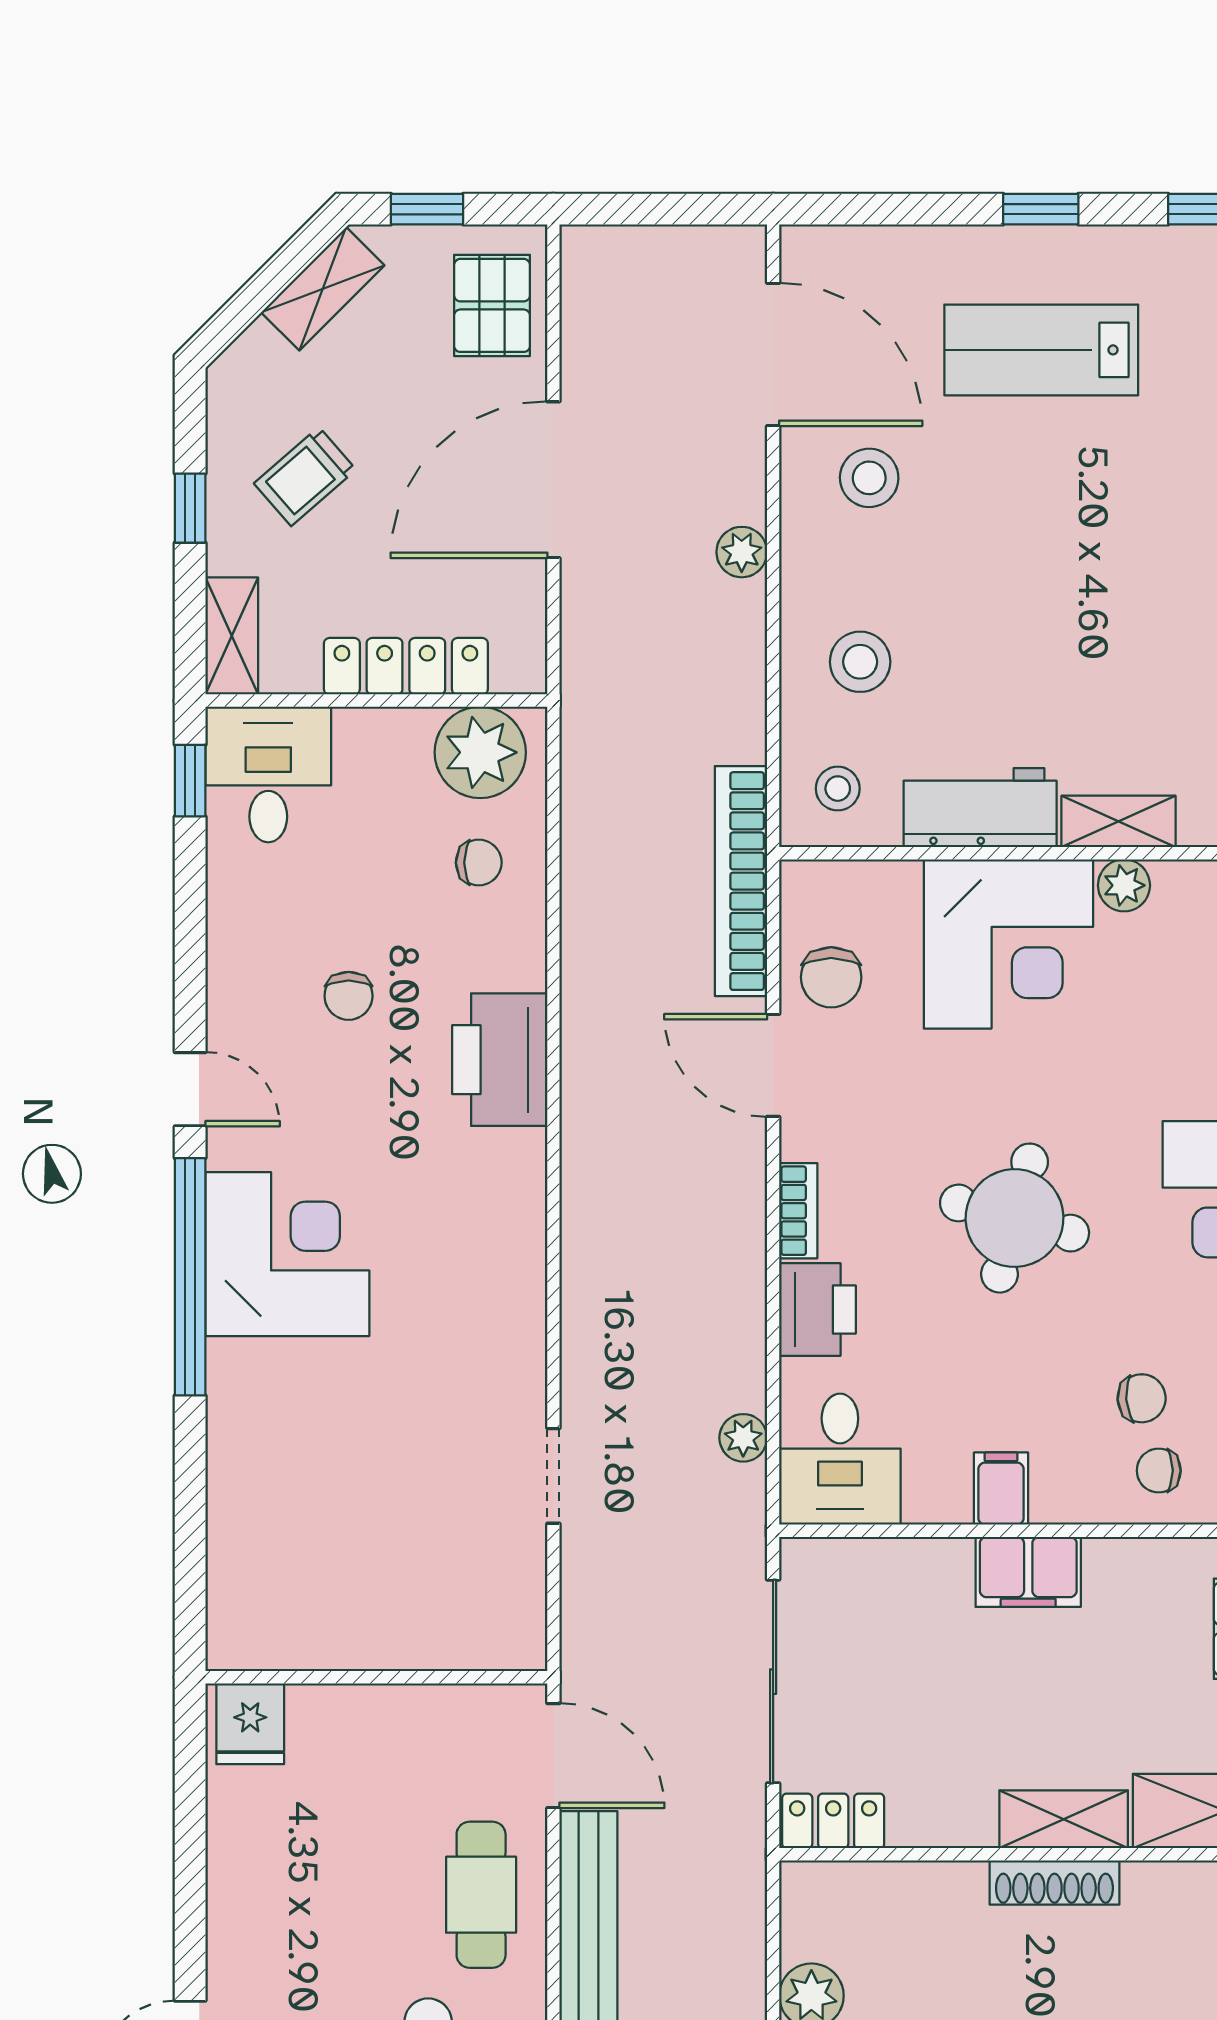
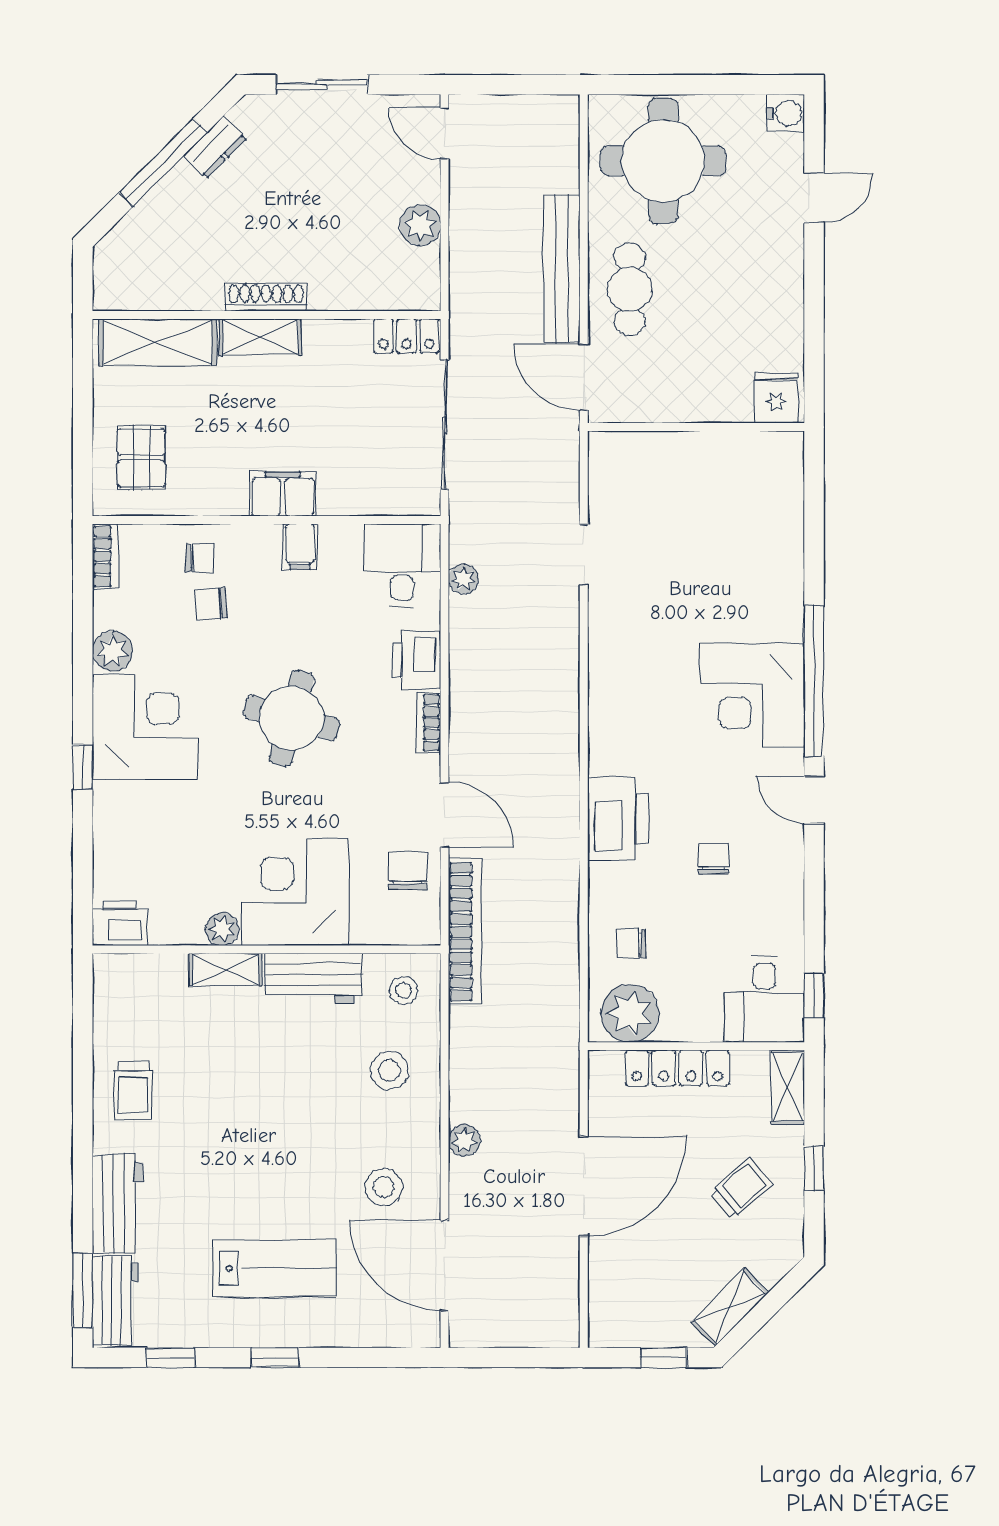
pallet: (492, 305) -> (623, 1297), removed

